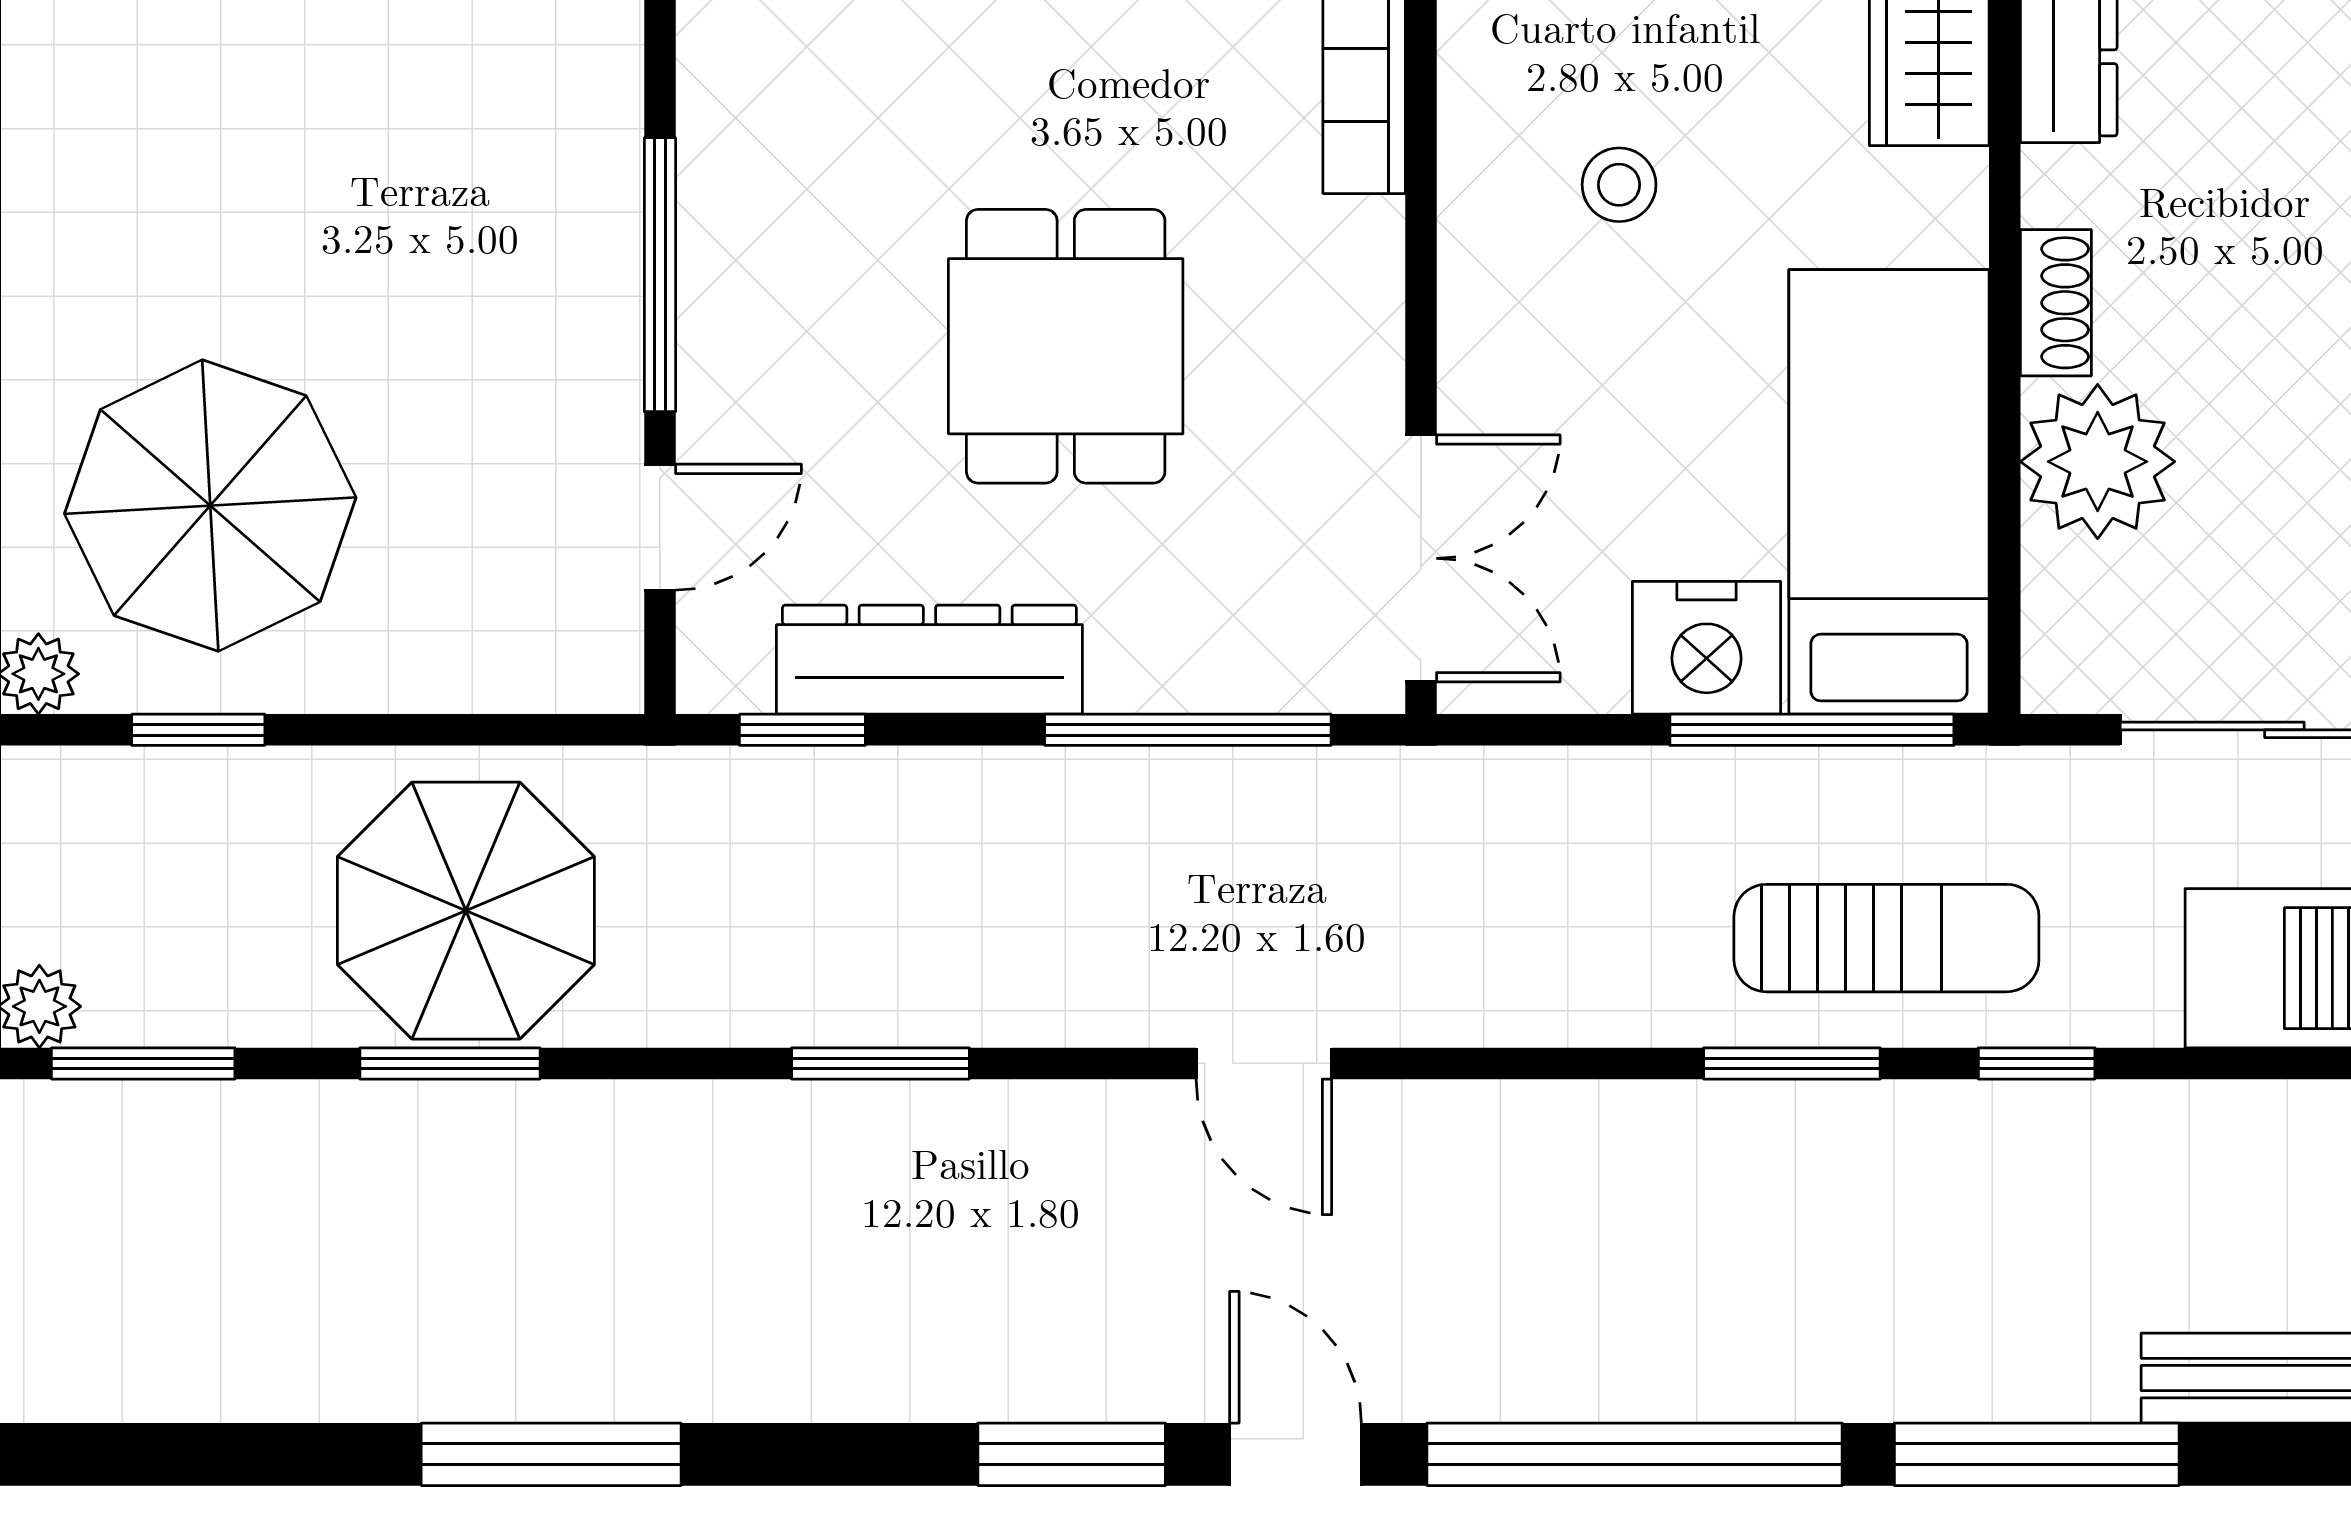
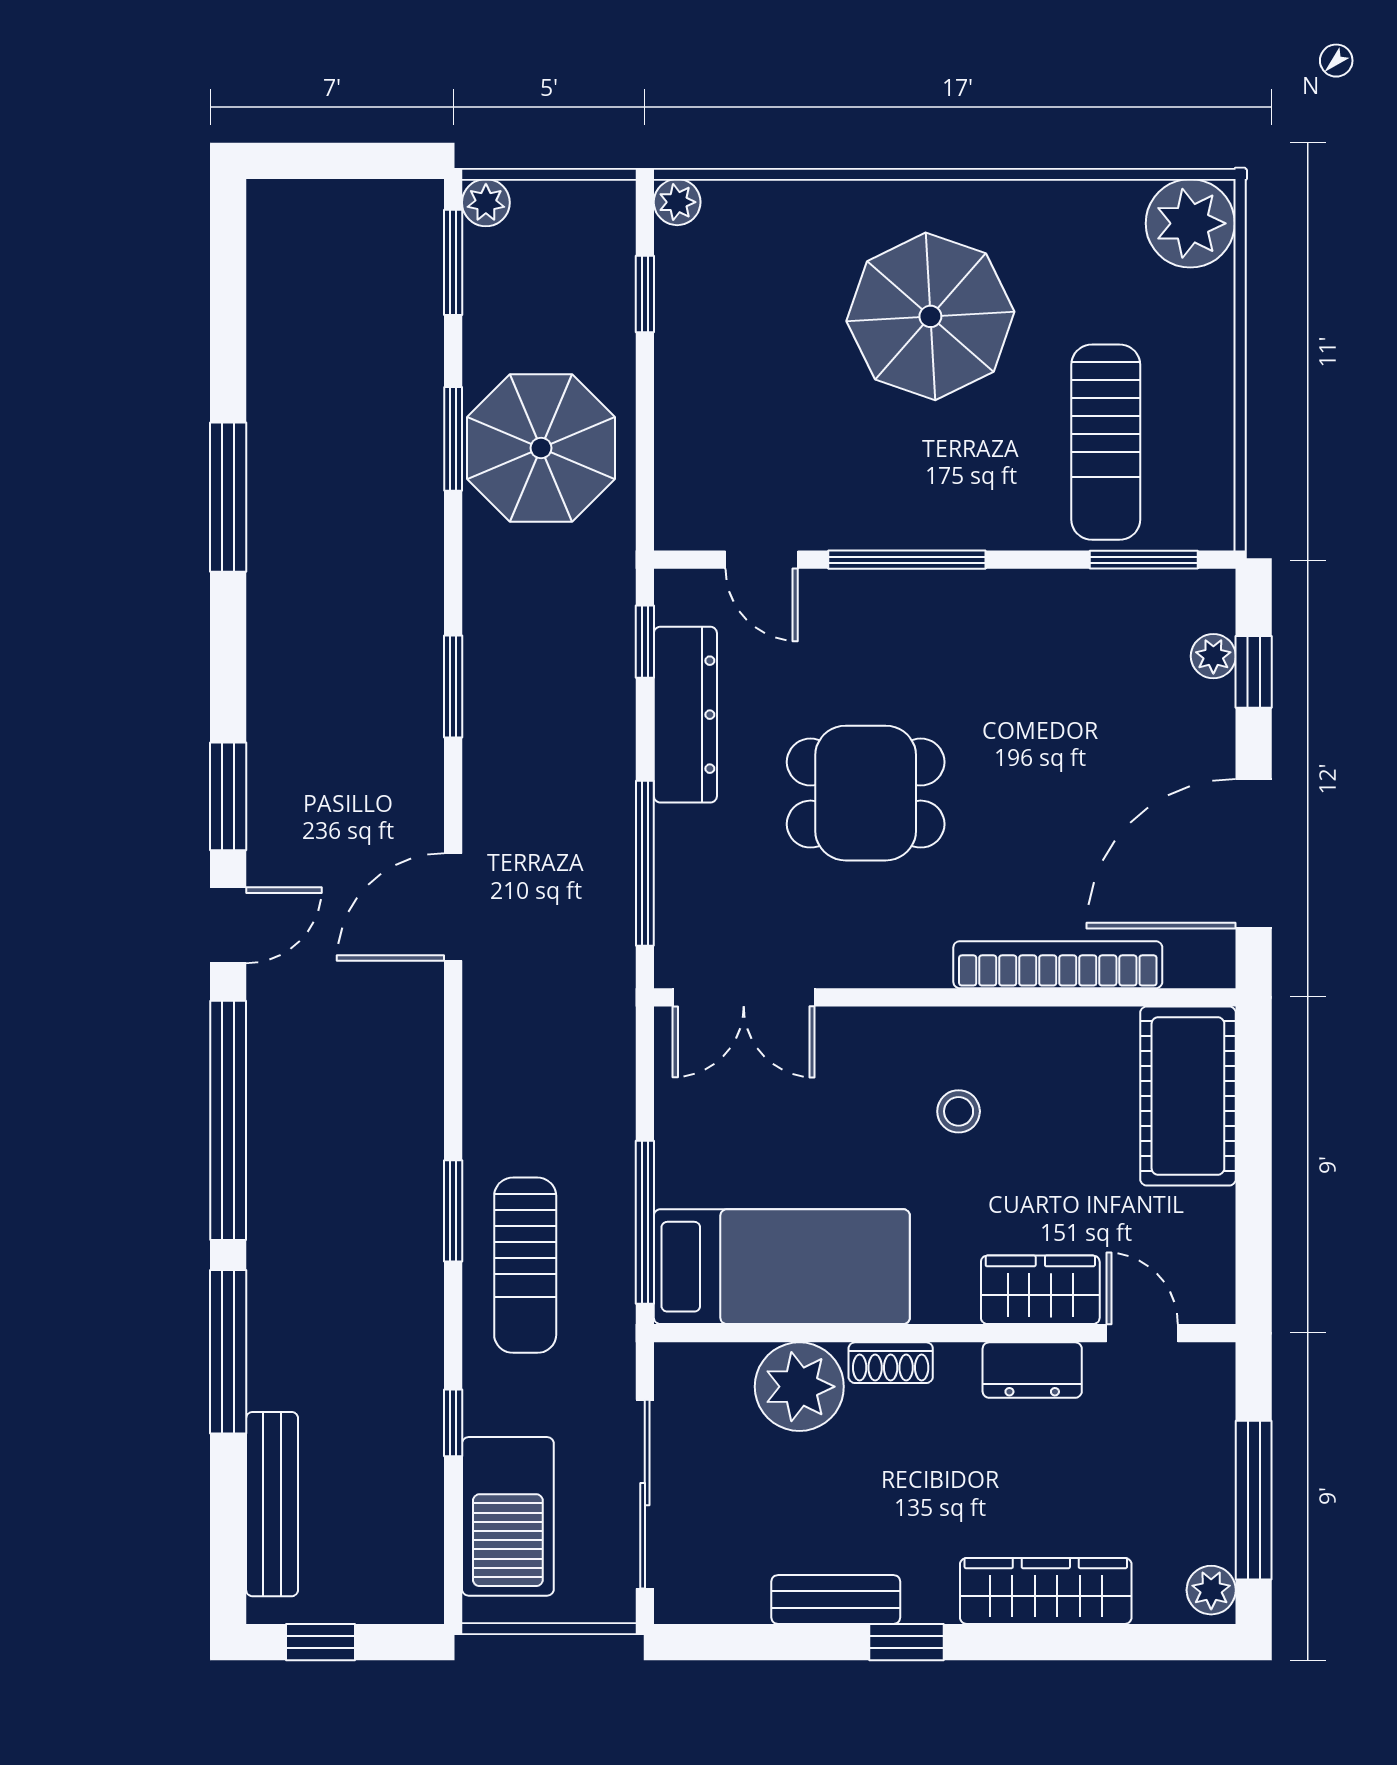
parasol: (210, 506) -> (930, 316), moved
nightstand: (1707, 648) -> (692, 1162), removed
door: (1264, 1063) -> (453, 907), width x1.38
window: (2037, 1063) -> (453, 1423), moved

